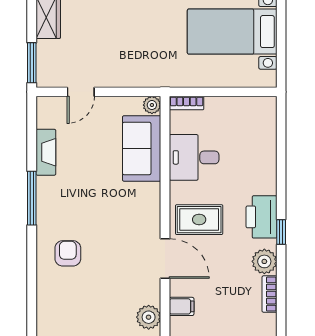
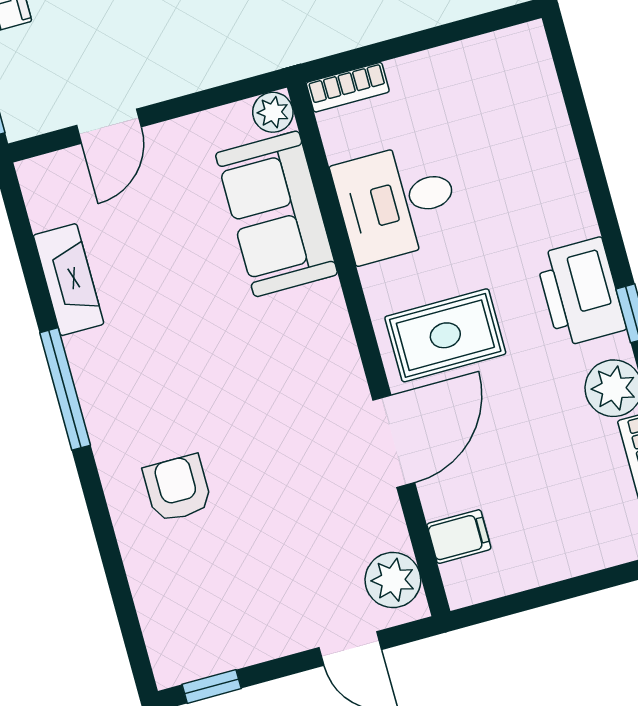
door: (165, 258) -> (394, 441), hinge flipped

